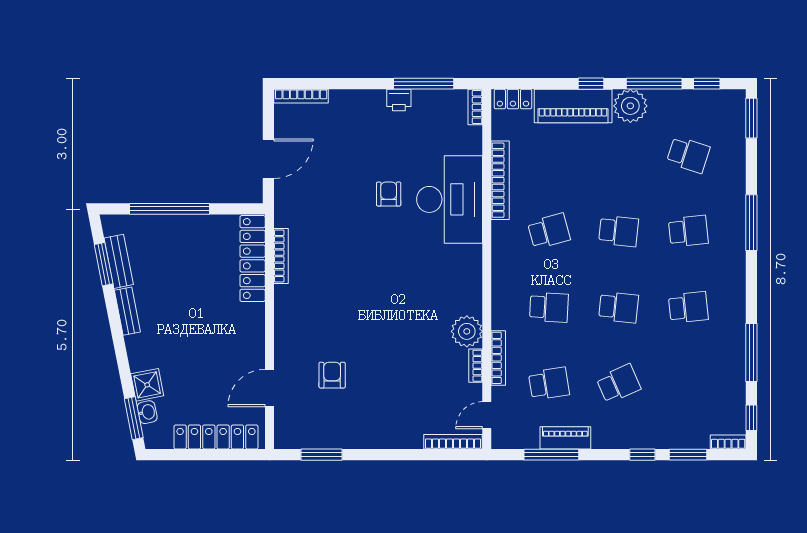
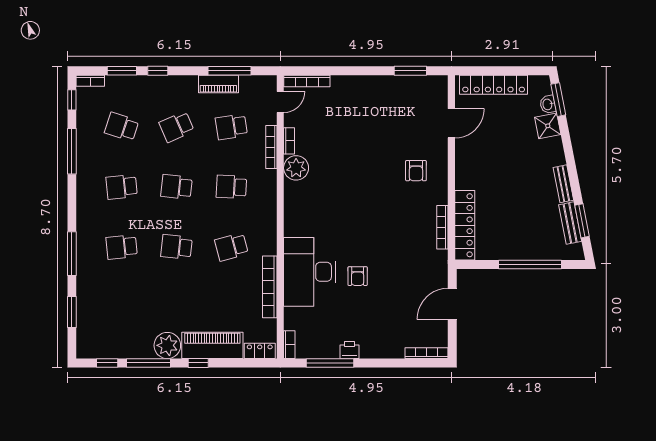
window: (751, 118) -> (72, 312), moved
school desk: (688, 155) -> (122, 127), moved
armchair: (332, 375) -> (416, 171), moved

